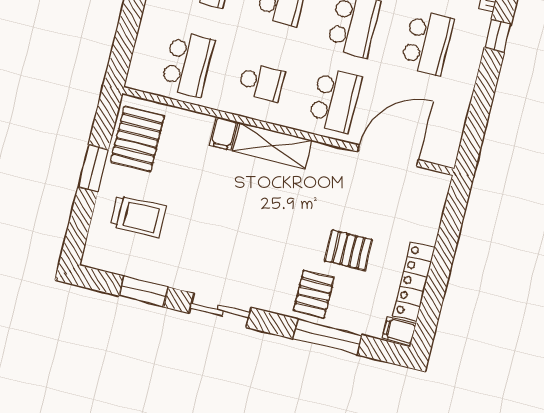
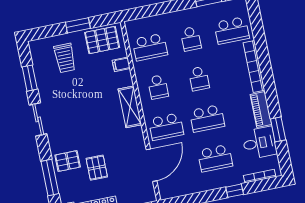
filing cabinet: (224, 134) -> (121, 64), moved
door: (388, 156) -> (151, 165), hinge flipped

